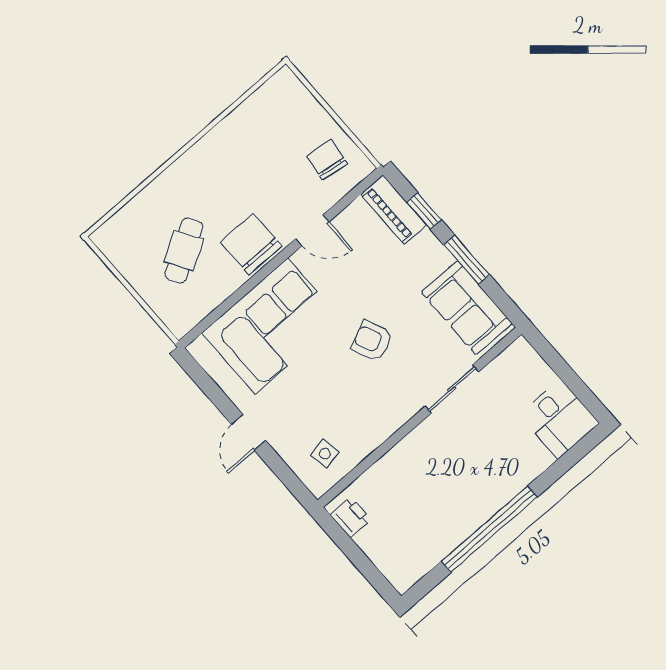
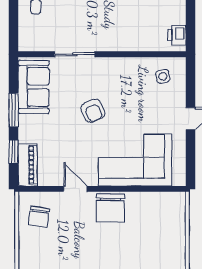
cafe table: (184, 251) -> (145, 233), removed

